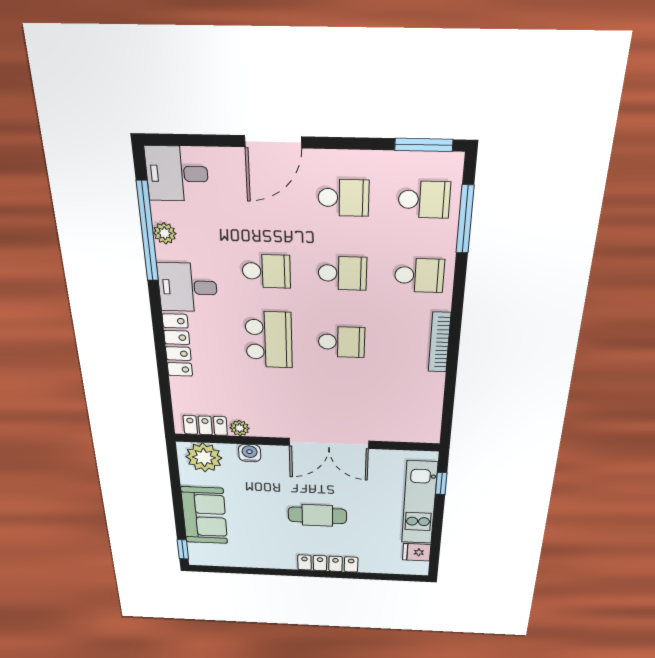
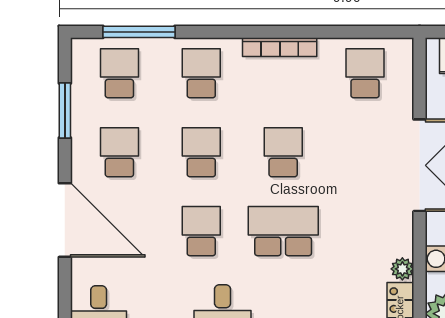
door: (273, 142) -> (65, 220), width x1.36
window: (424, 145) -> (65, 110), moved
school desk: (411, 407) -> (365, 73), added

